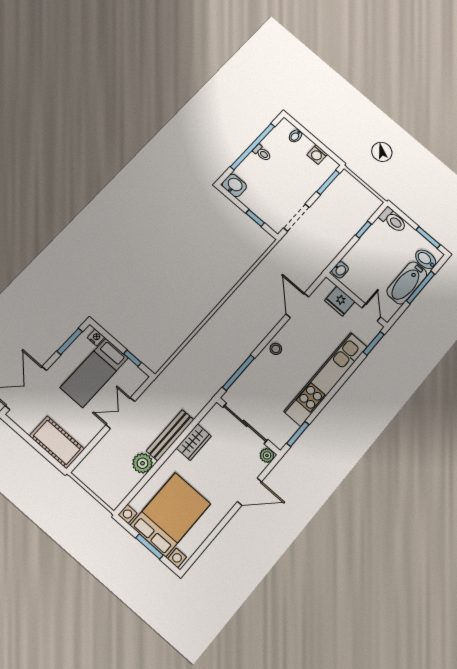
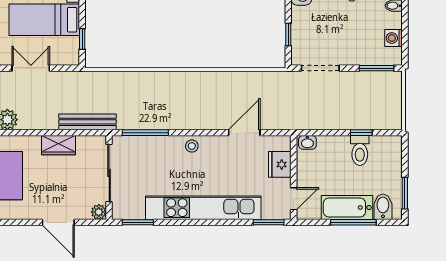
toilet: (393, 220) -> (360, 150), moved
bench: (170, 435) -> (88, 122), moved

